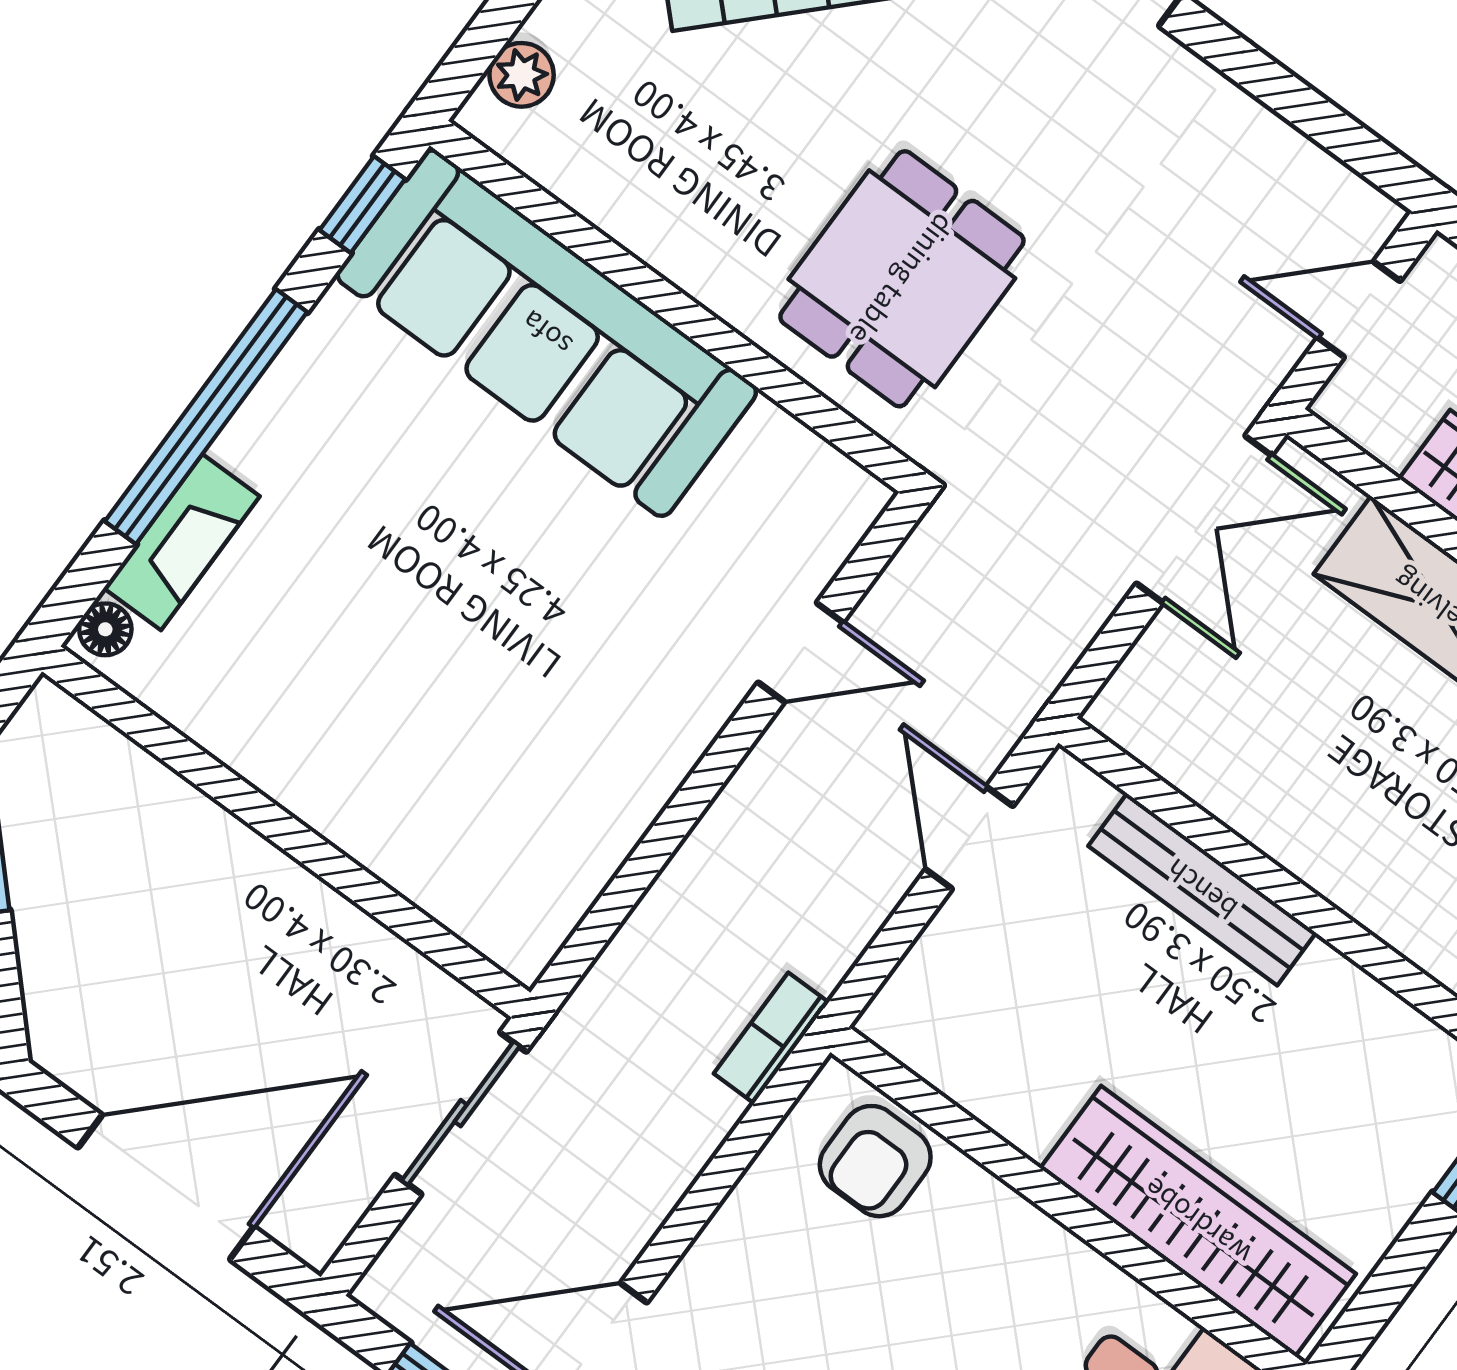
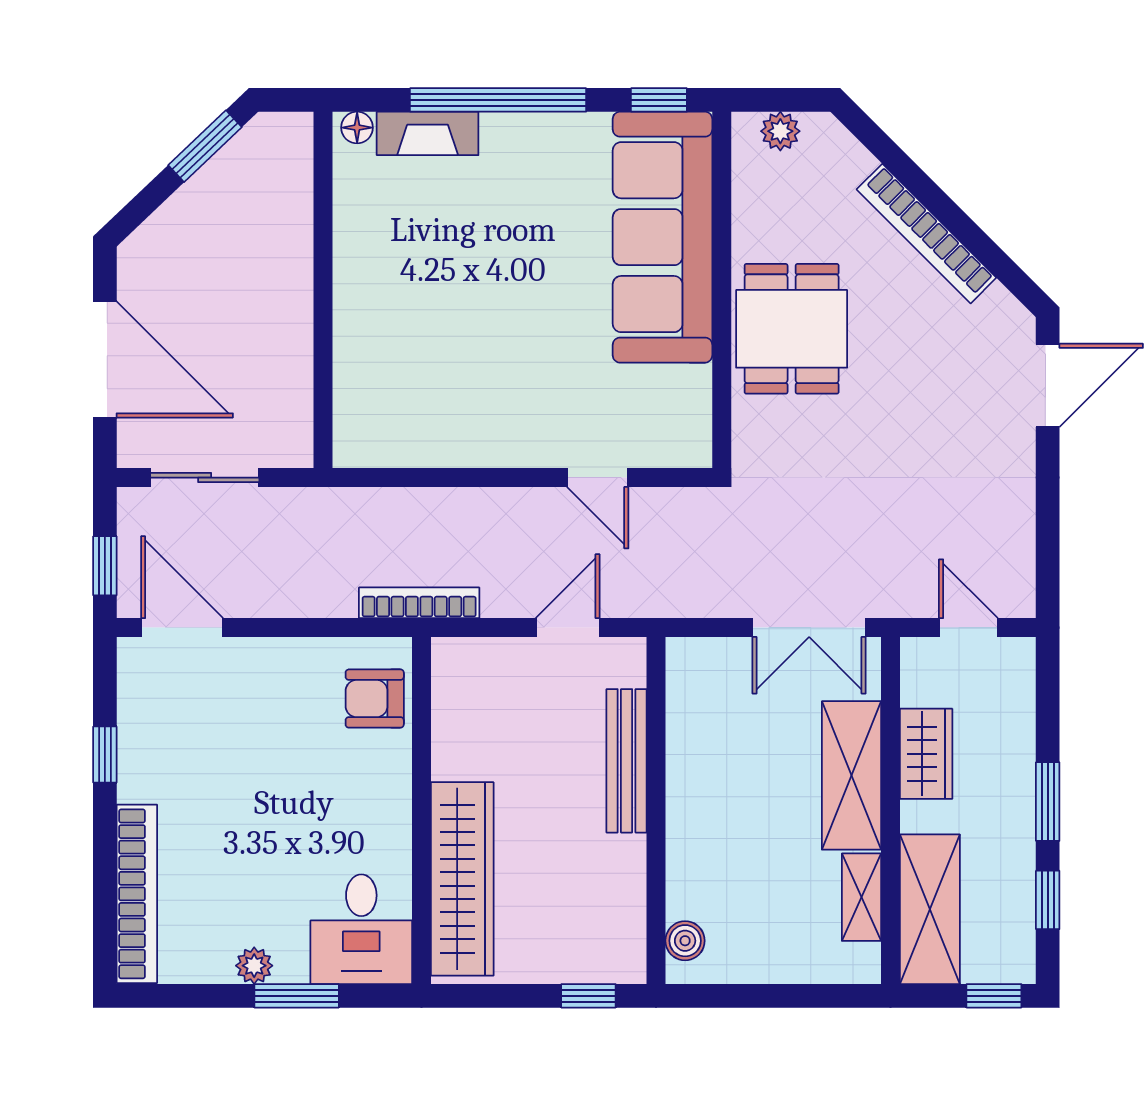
dining table: (902, 279) -> (792, 329), moved, turned 90
bookcase: (771, 1038) -> (419, 603), width x1.56
sliding door: (461, 1113) -> (205, 478), moved

